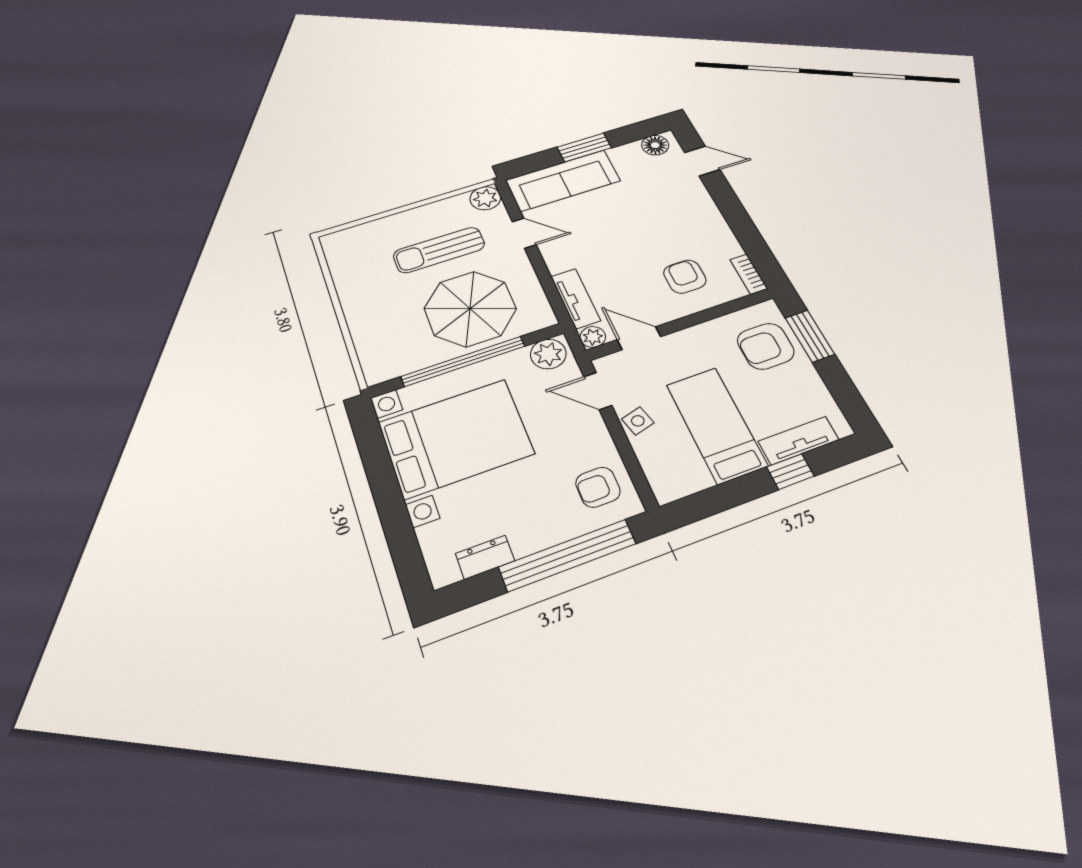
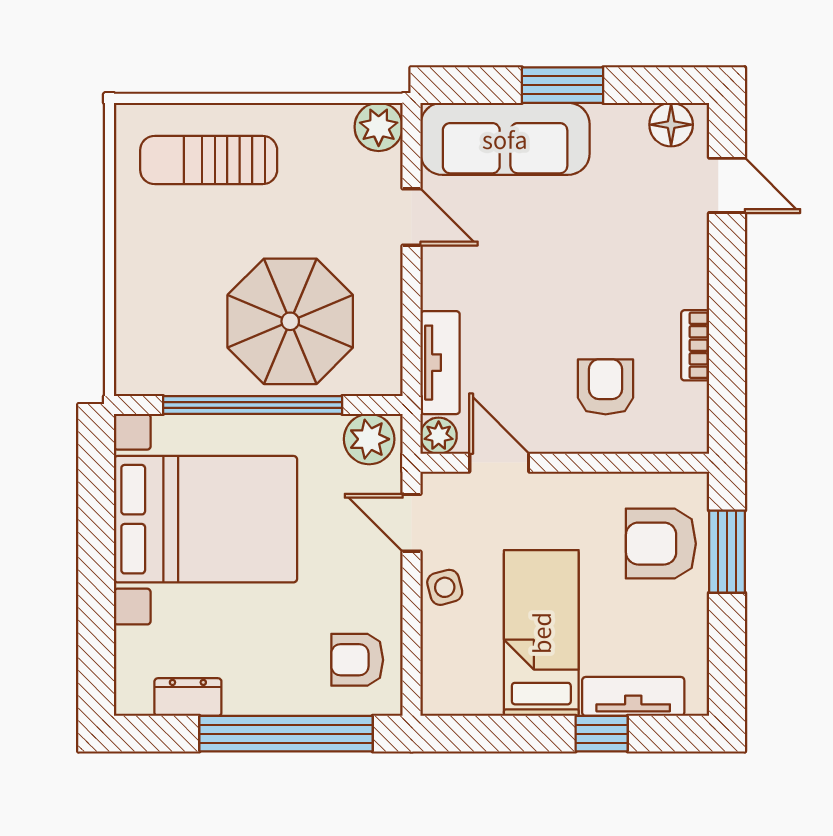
sun lounger: (439, 250) -> (209, 160), moved
bookcase: (749, 274) -> (695, 345), moved

